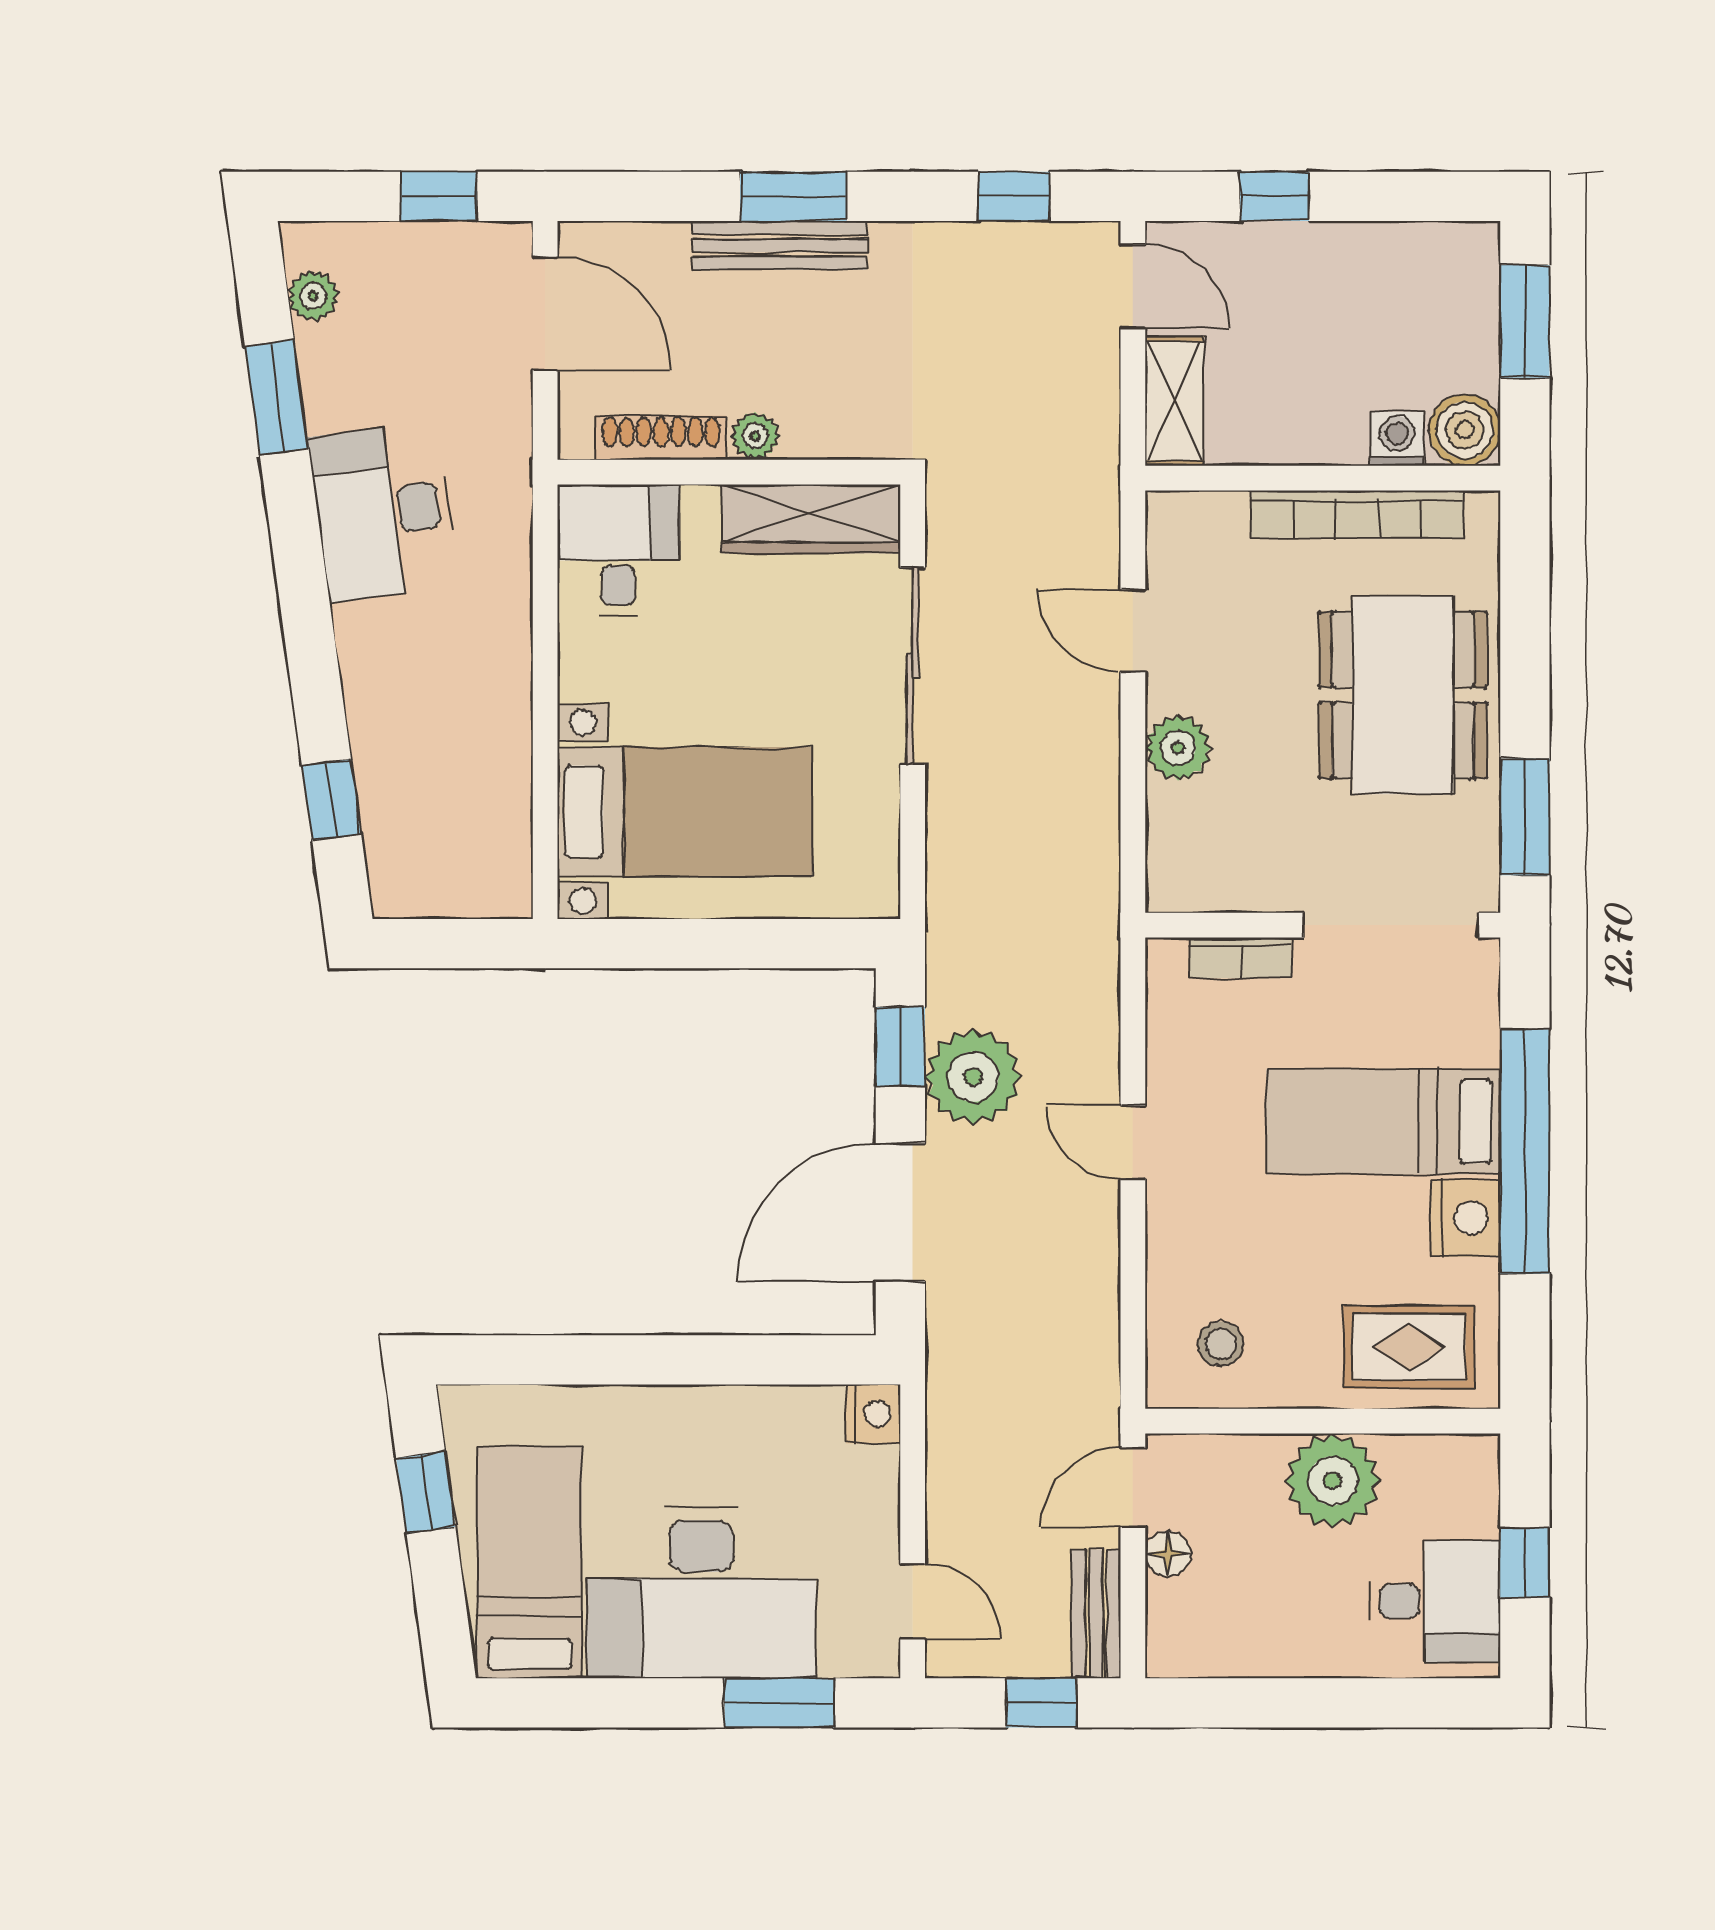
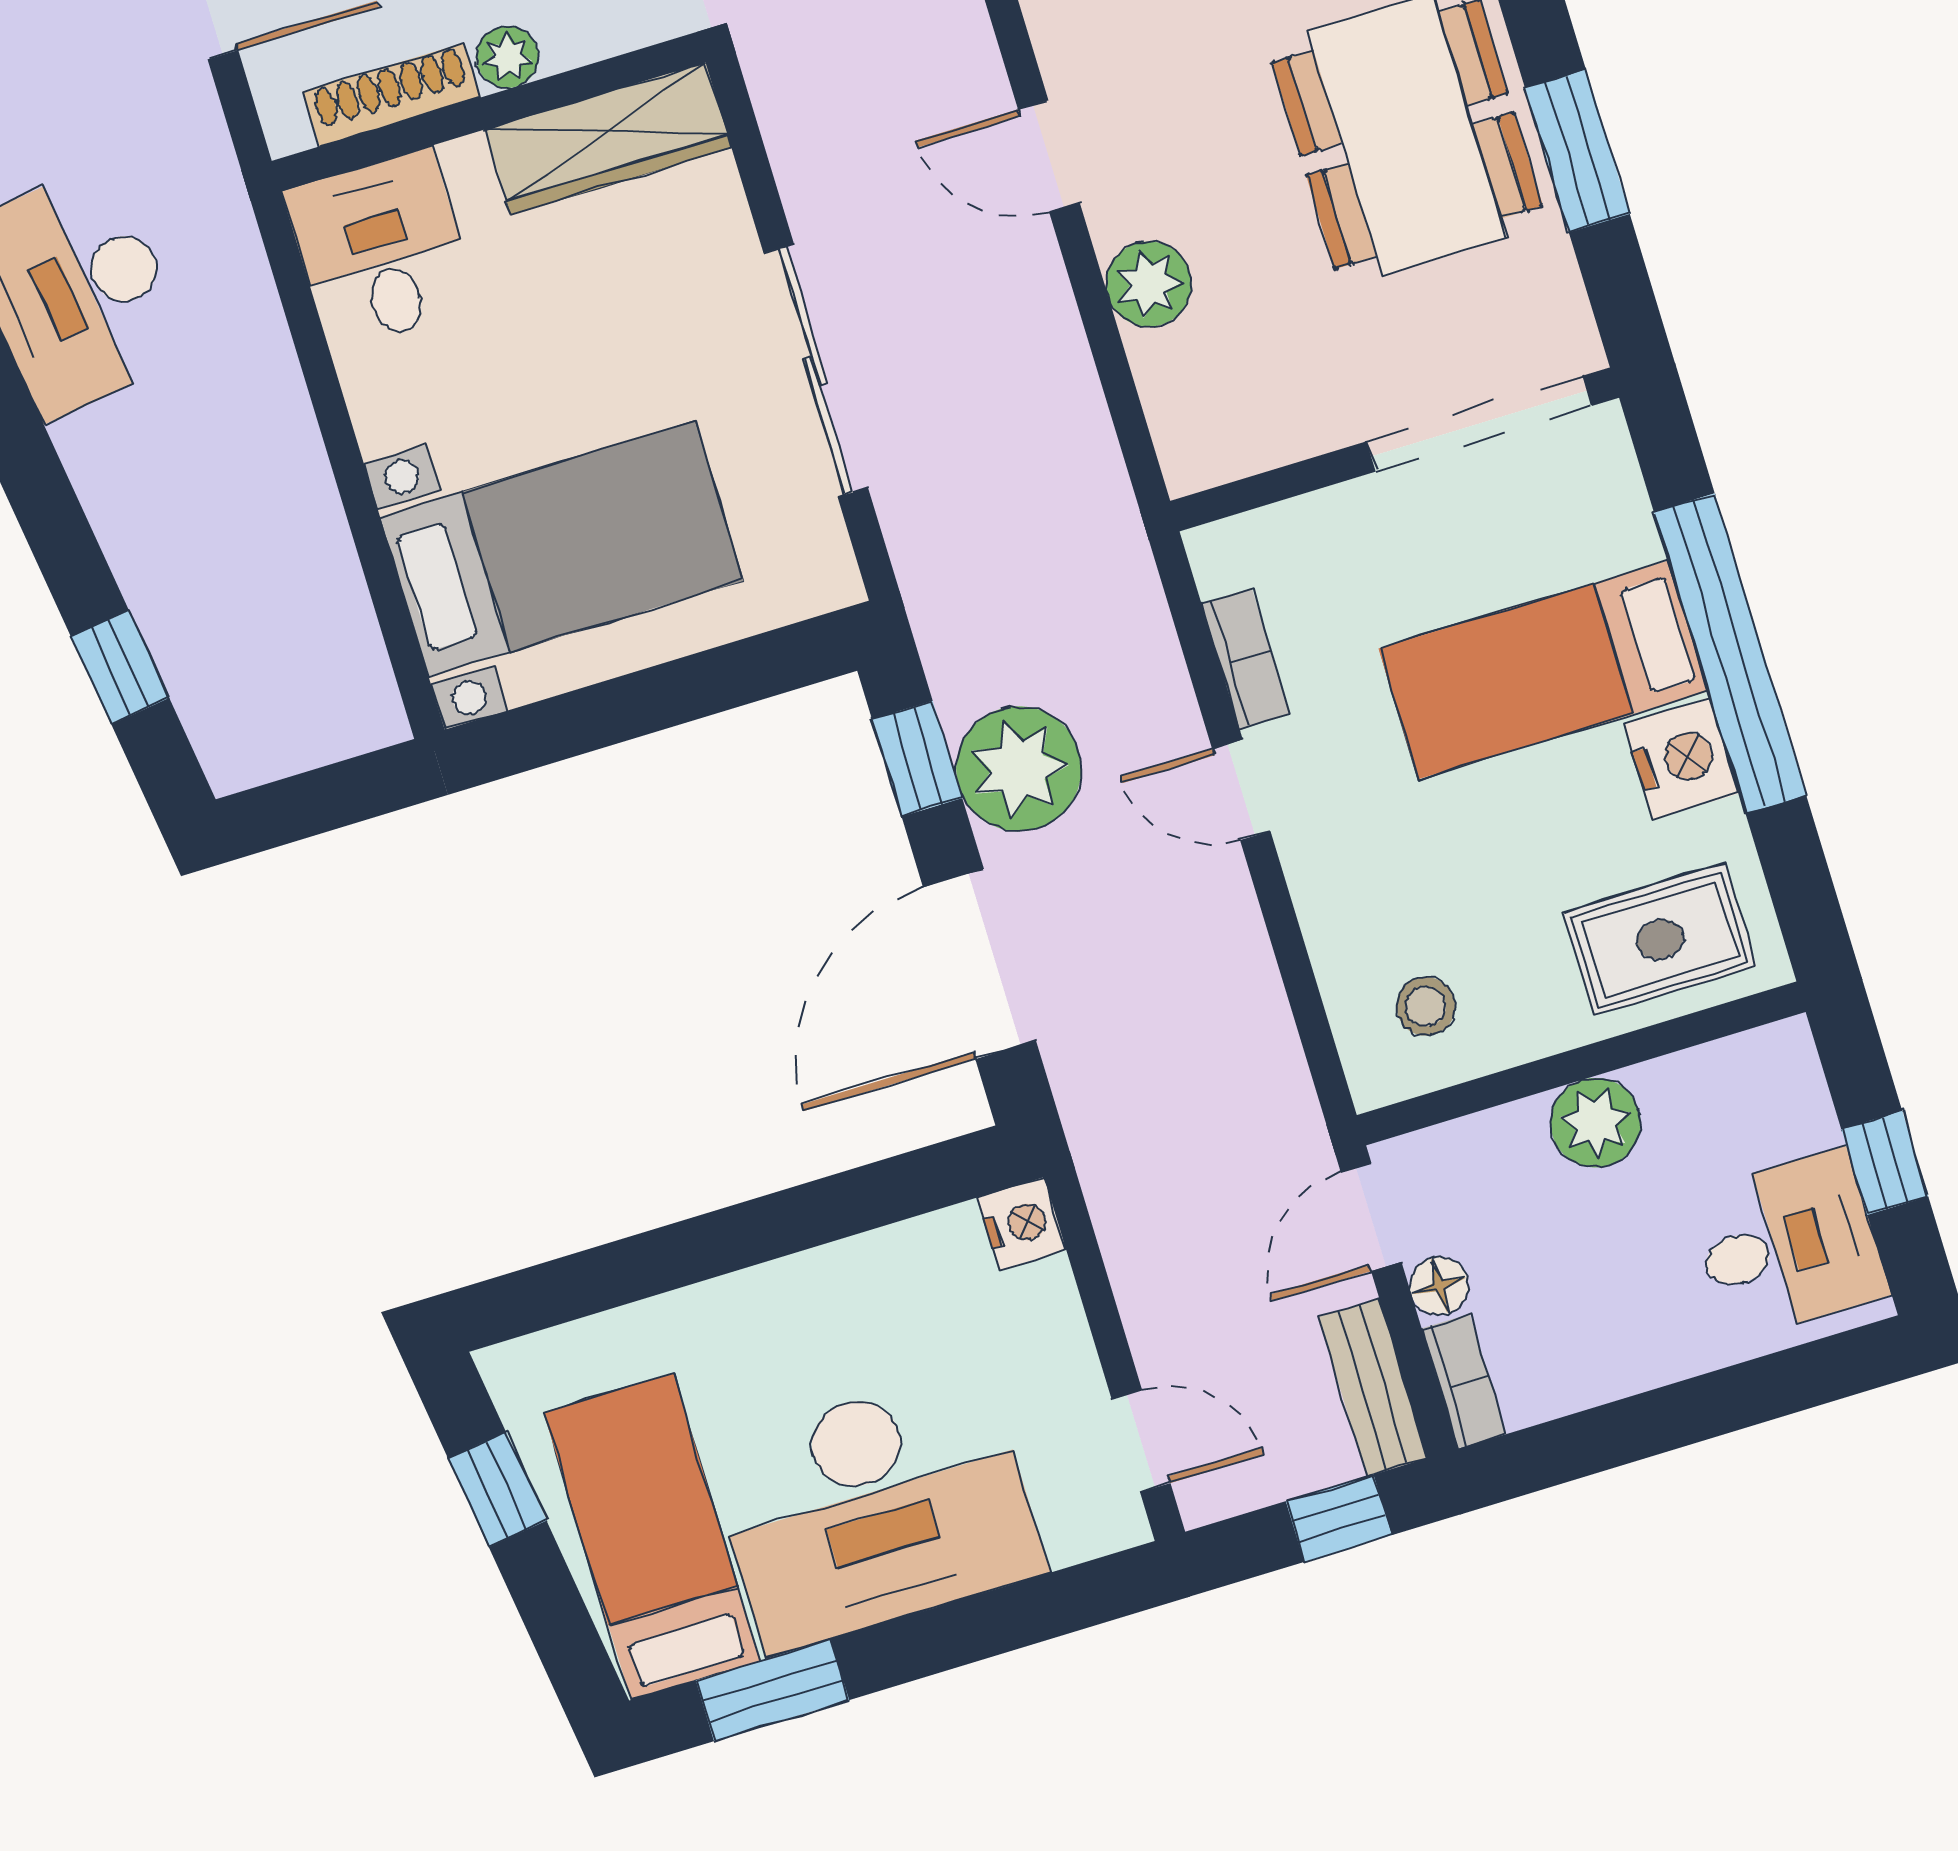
sliding door: (913, 666) -> (816, 370), moved
window: (1525, 817) -> (1577, 151), moved
bookcase: (1241, 958) -> (1246, 659), moved, turned -90
plant: (1333, 1481) -> (1596, 1123), width x0.73, depth x0.73
bookcase: (1165, 1630) -> (1464, 1381), added
window: (779, 1703) -> (772, 1690), moved

